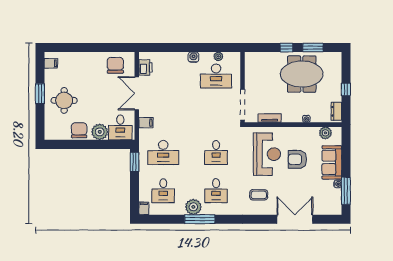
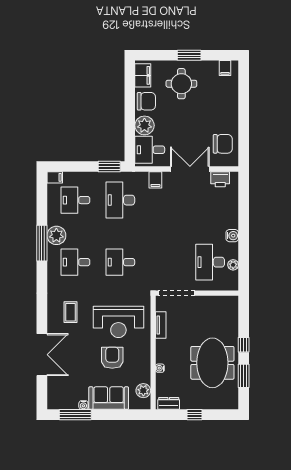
filing cabinet: (57, 133) -> (143, 75), added

